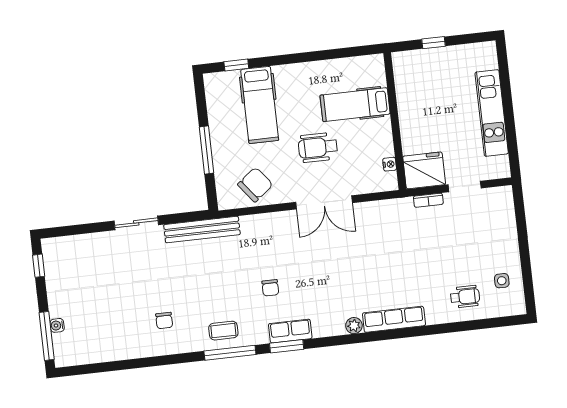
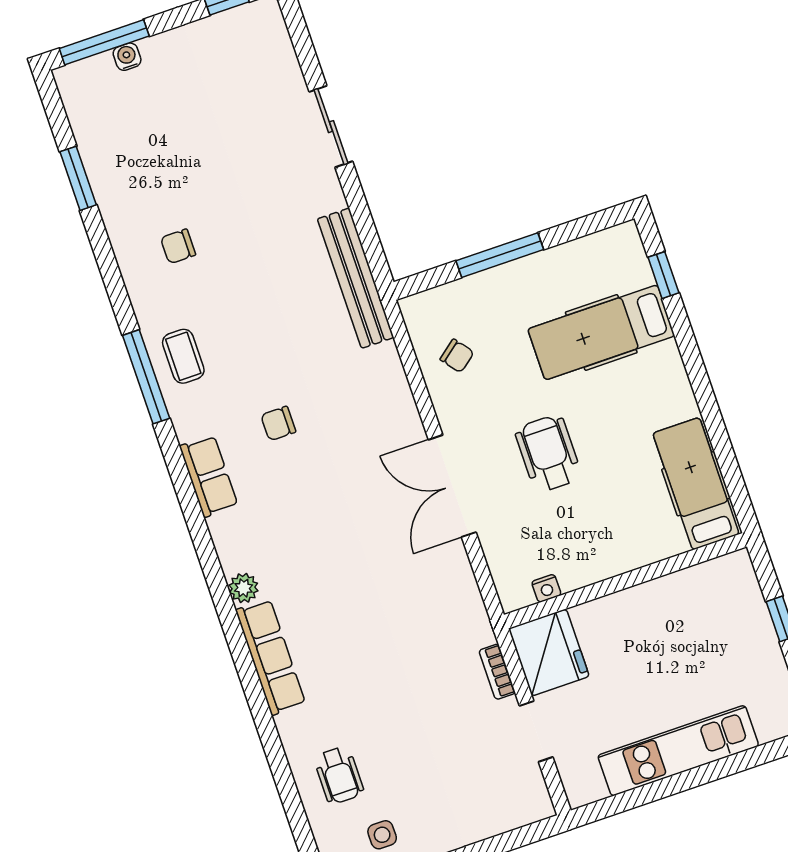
hospital bed: (355, 105) -> (696, 484), moved
chair: (255, 185) -> (457, 356), width x0.54, depth x0.54
sliding door: (136, 223) -> (331, 127), moved
window: (287, 346) -> (78, 178), moved

